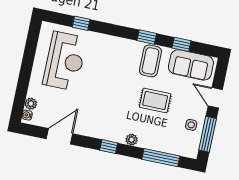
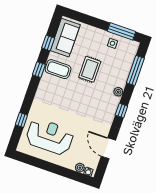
door: (215, 98) -> (94, 22), removed

